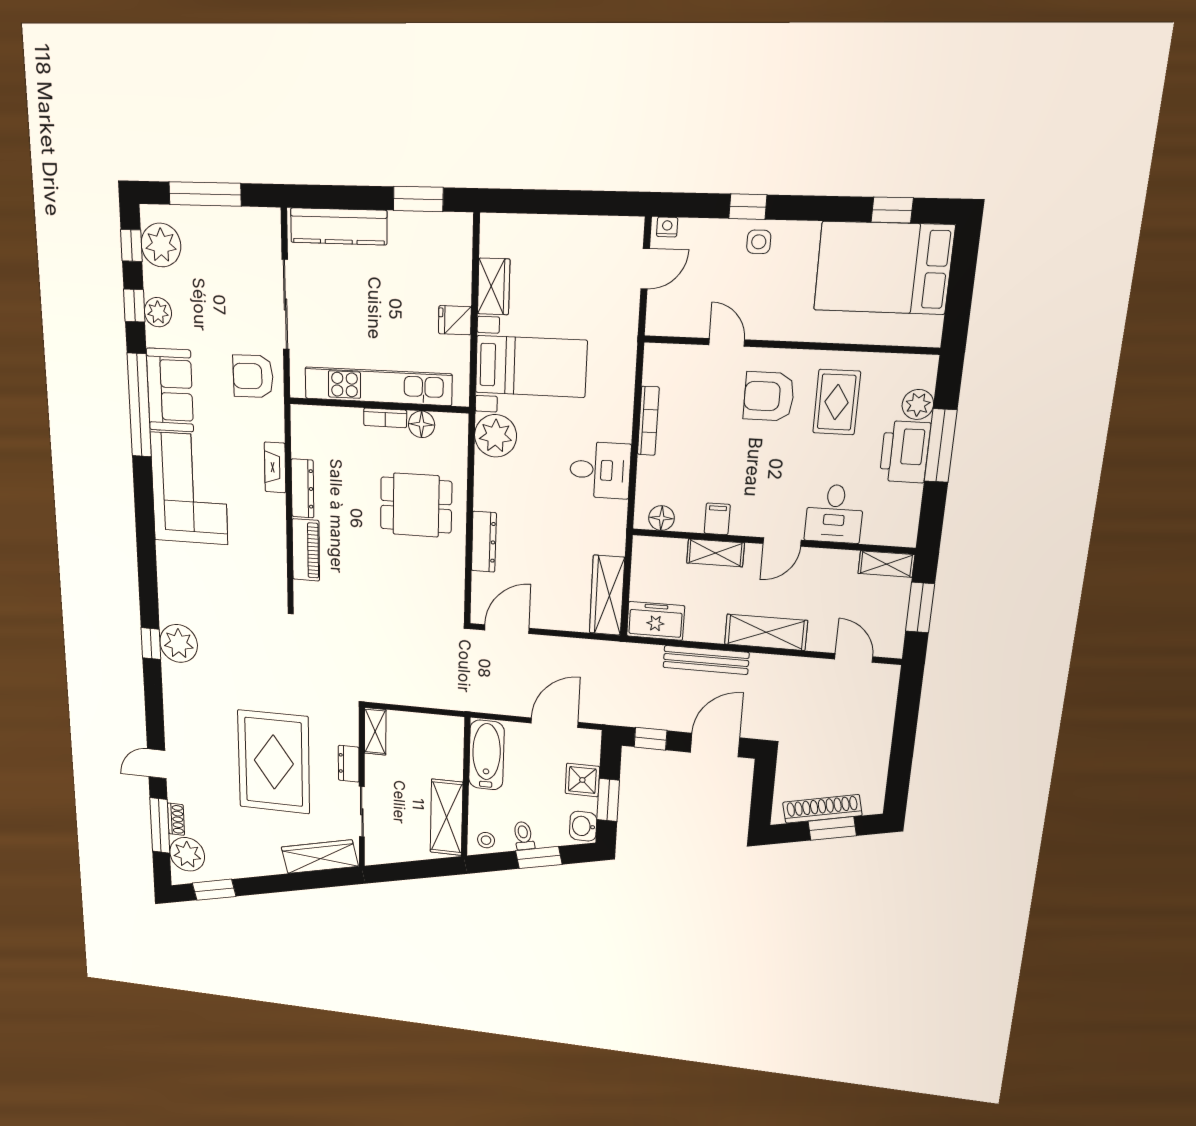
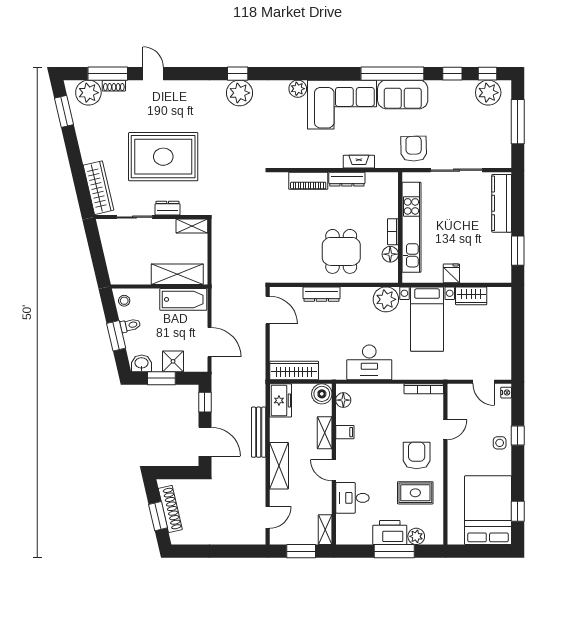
plant: (158, 312) -> (298, 89), moved
bookcase: (648, 421) -> (424, 389), moved
desk: (600, 470) -> (369, 362), width x1.37
boiler: (649, 553) -> (322, 394), added
shelving: (447, 817) -> (177, 274), moved

